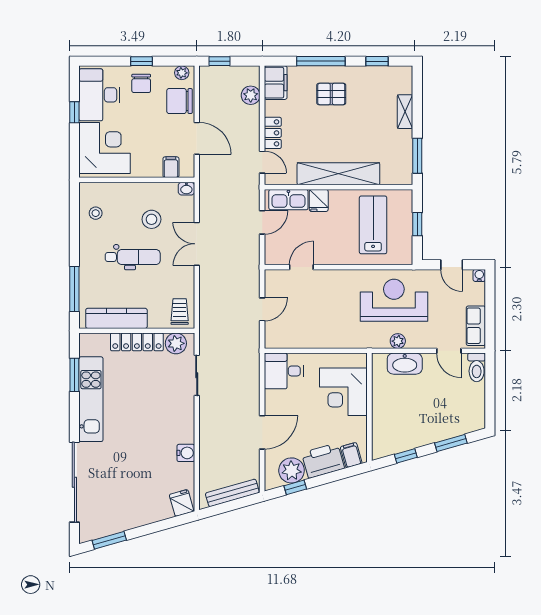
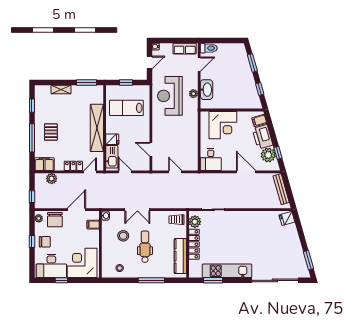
window: (74, 289) -> (151, 280), moved
water cooler: (186, 453) -> (258, 216), removed

